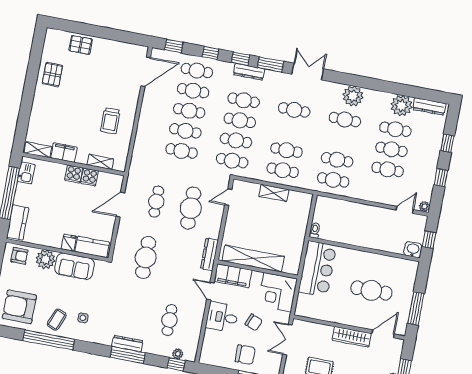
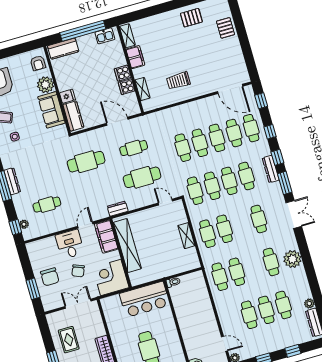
plant: (401, 106) -> (309, 303), width x0.53, depth x0.53
dresser: (209, 254) -> (118, 209), width x0.70

